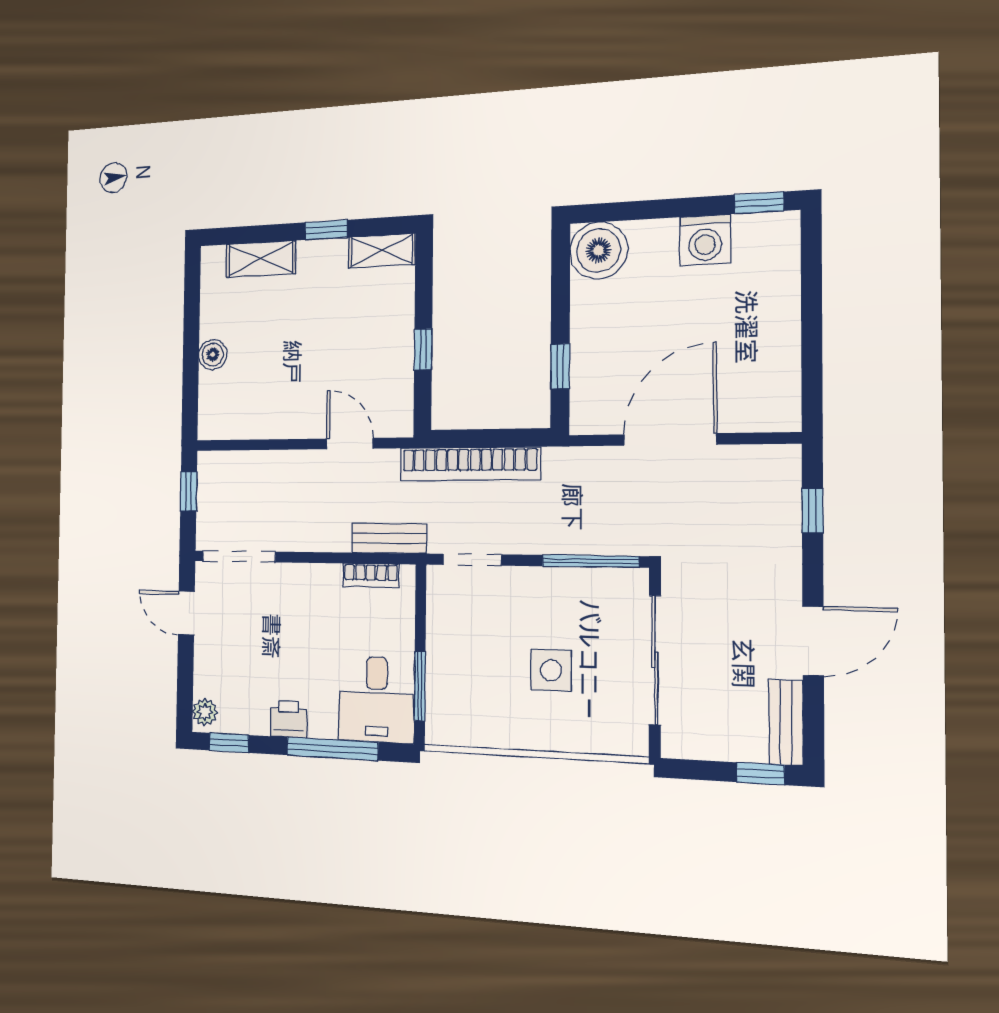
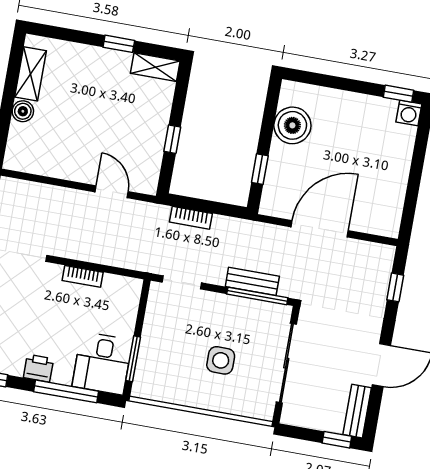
washing machine: (705, 240) -> (409, 113), moved, width x0.73, depth x0.73
boiler: (599, 250) -> (292, 125), moved
shelving: (261, 259) -> (31, 74), moved, turned 90
bookcase: (469, 464) -> (191, 218), width x0.43, depth x0.76
bench: (389, 538) -> (252, 281), moved
bookcase: (371, 575) -> (83, 276), moved

